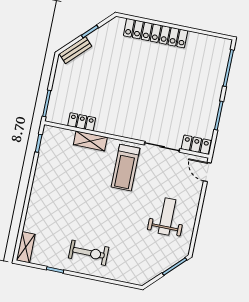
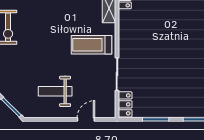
door: (207, 172) -> (86, 119), moved
weight bench: (167, 217) -> (55, 91), turned 180

